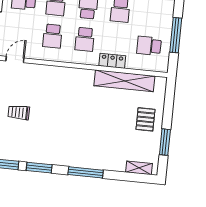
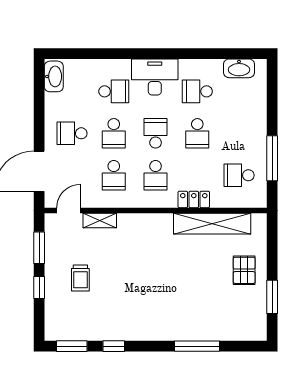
trolley: (19, 112) -> (80, 278), turned -90
window: (39, 168) -> (114, 346), width x0.67
shelving: (139, 168) -> (100, 221), moved
window: (86, 172) -> (197, 346), moved

